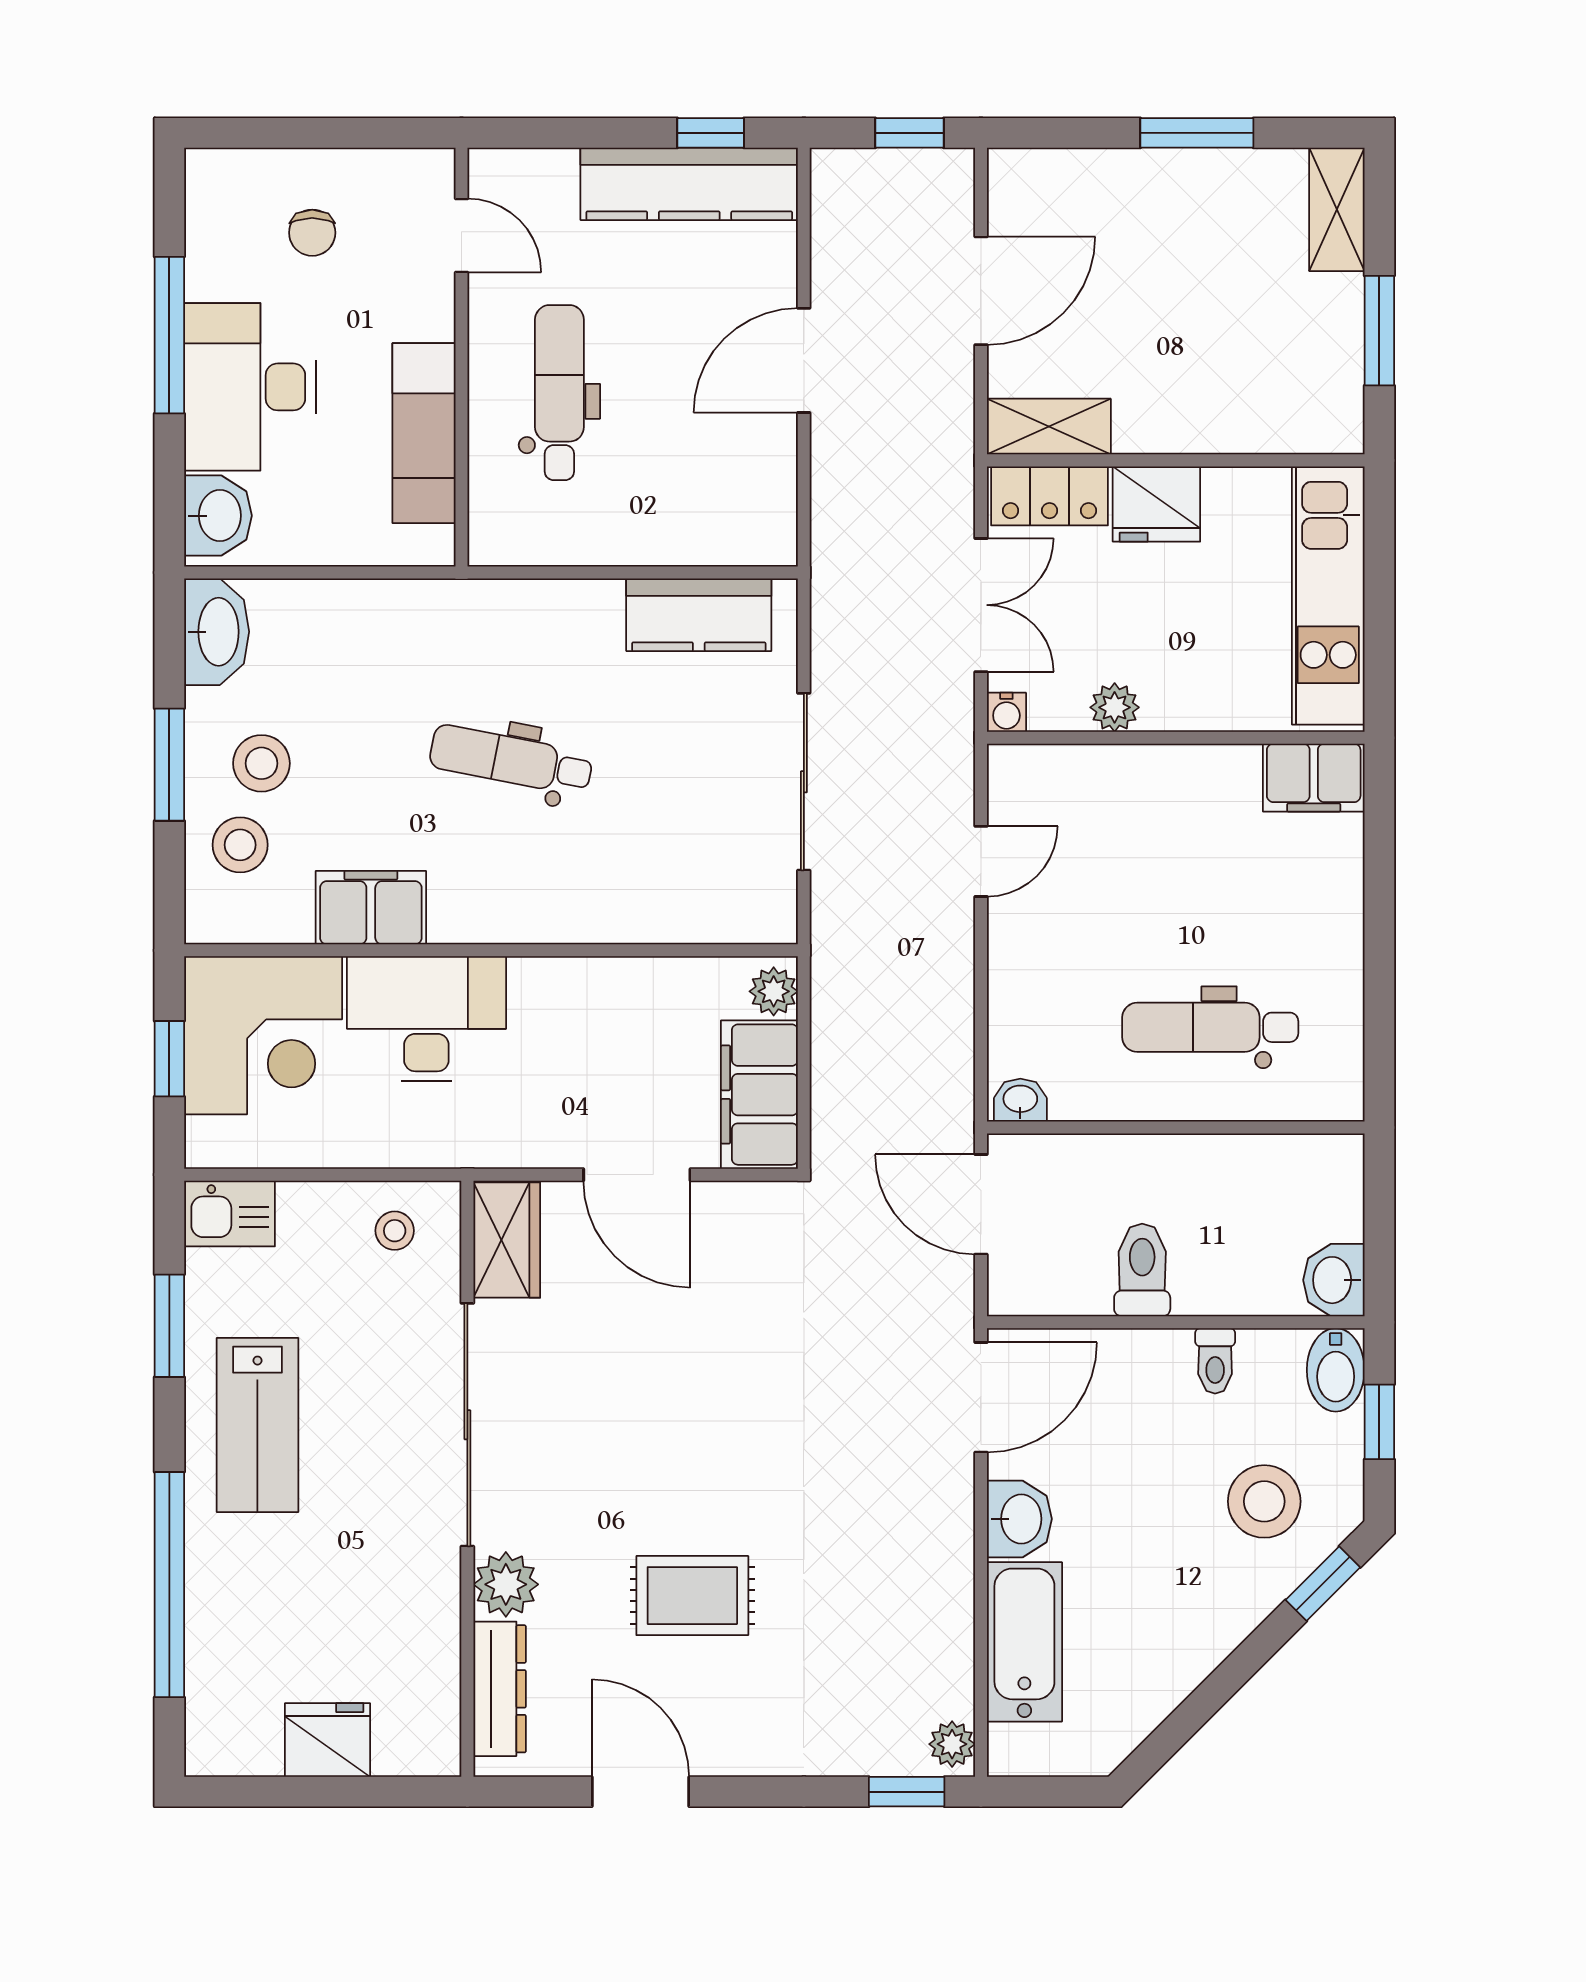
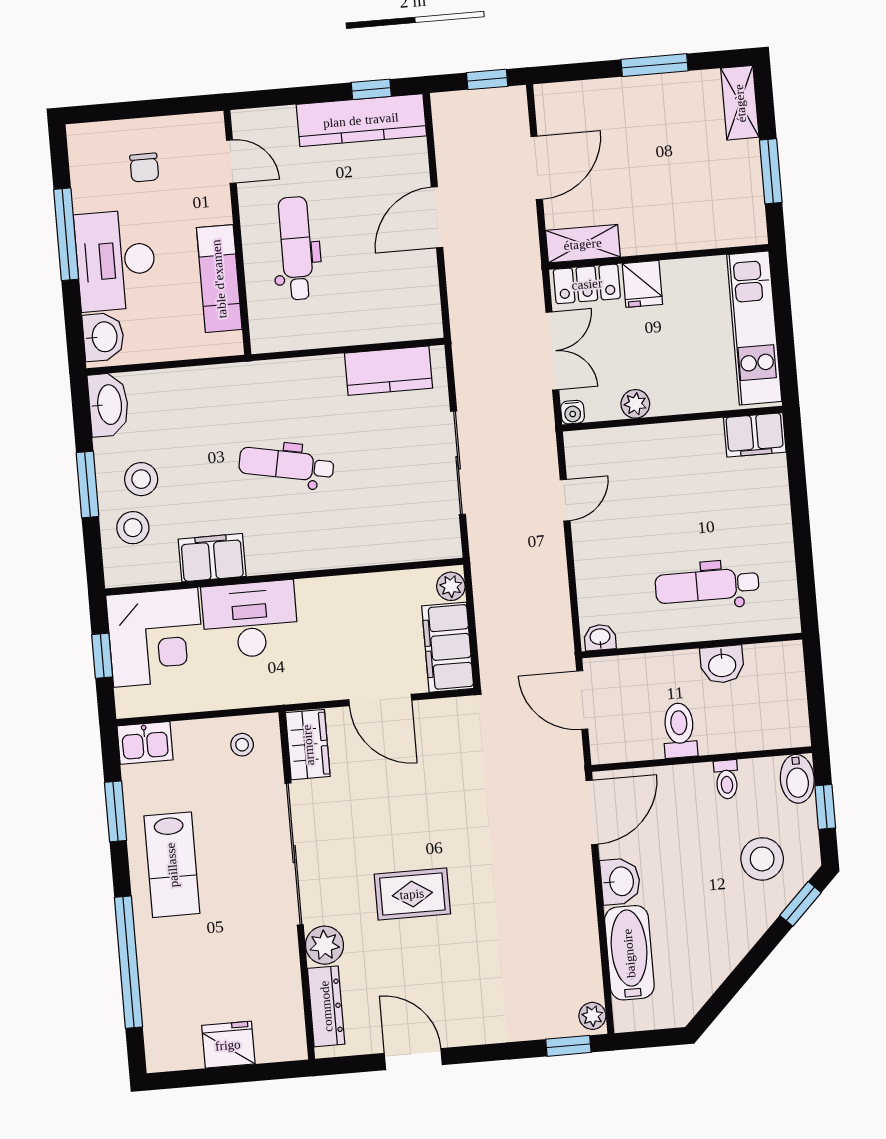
fridge: (1156, 504) -> (642, 284), width x0.72
washbasin: (1334, 1280) -> (722, 664), moved, turned -90
rug: (692, 1596) -> (412, 894), moved

